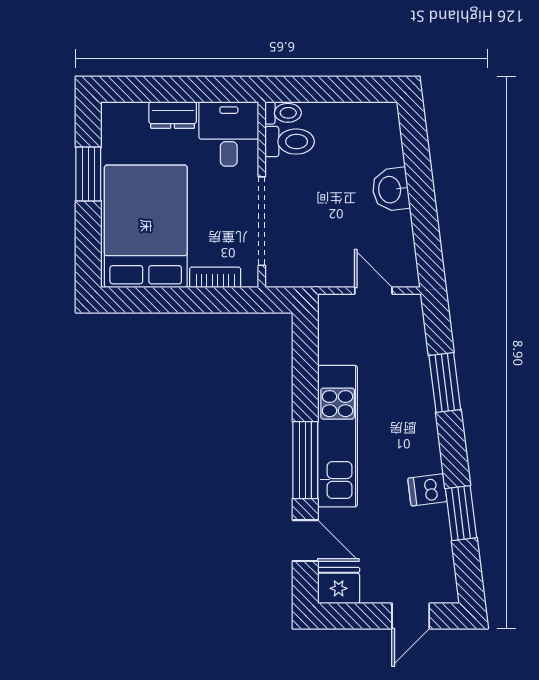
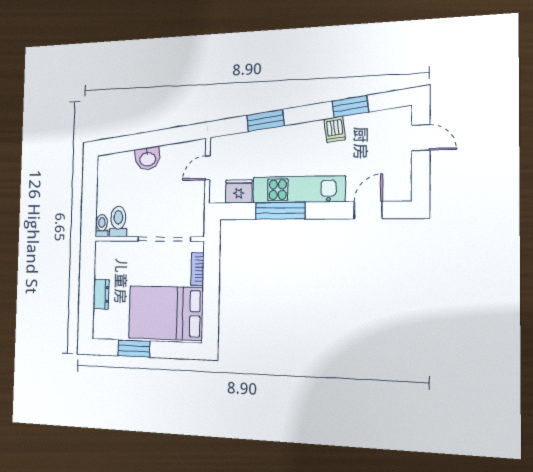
desk: (229, 134) -> (113, 259), removed
window: (305, 460) -> (280, 211), moved
fridge: (339, 585) -> (239, 191), moved, turned 90

